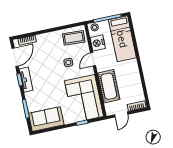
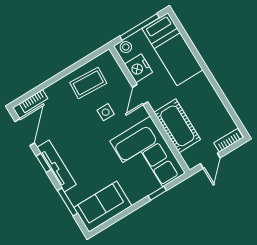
coffee table: (74, 38) -> (88, 83), moved
tv unit: (26, 80) -> (57, 166), width x1.41

